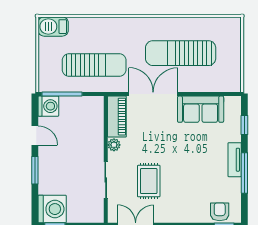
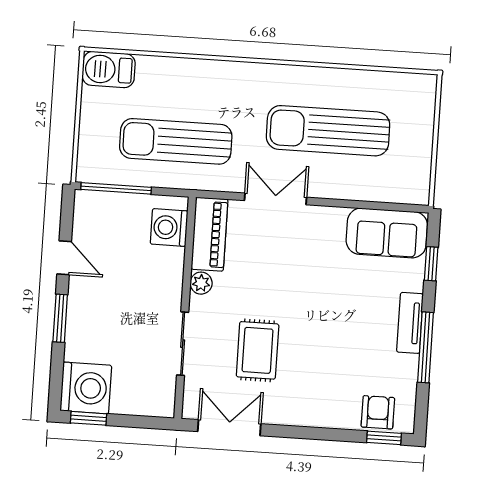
sun lounger: (94, 65) -> (176, 141), turned 180
double door: (153, 94) -> (275, 199), width x0.73
washing machine: (48, 106) -> (169, 227), moved, turned 180
sofa: (201, 109) -> (387, 233), moved

